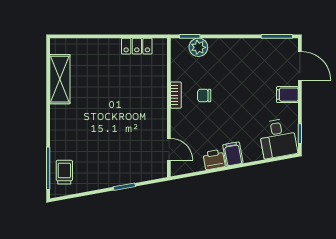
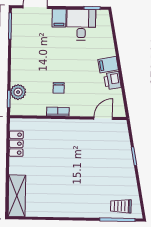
shelving: (60, 79) -> (17, 196), moved, turned 90
desk: (278, 138) -> (81, 25), moved, turned -80

